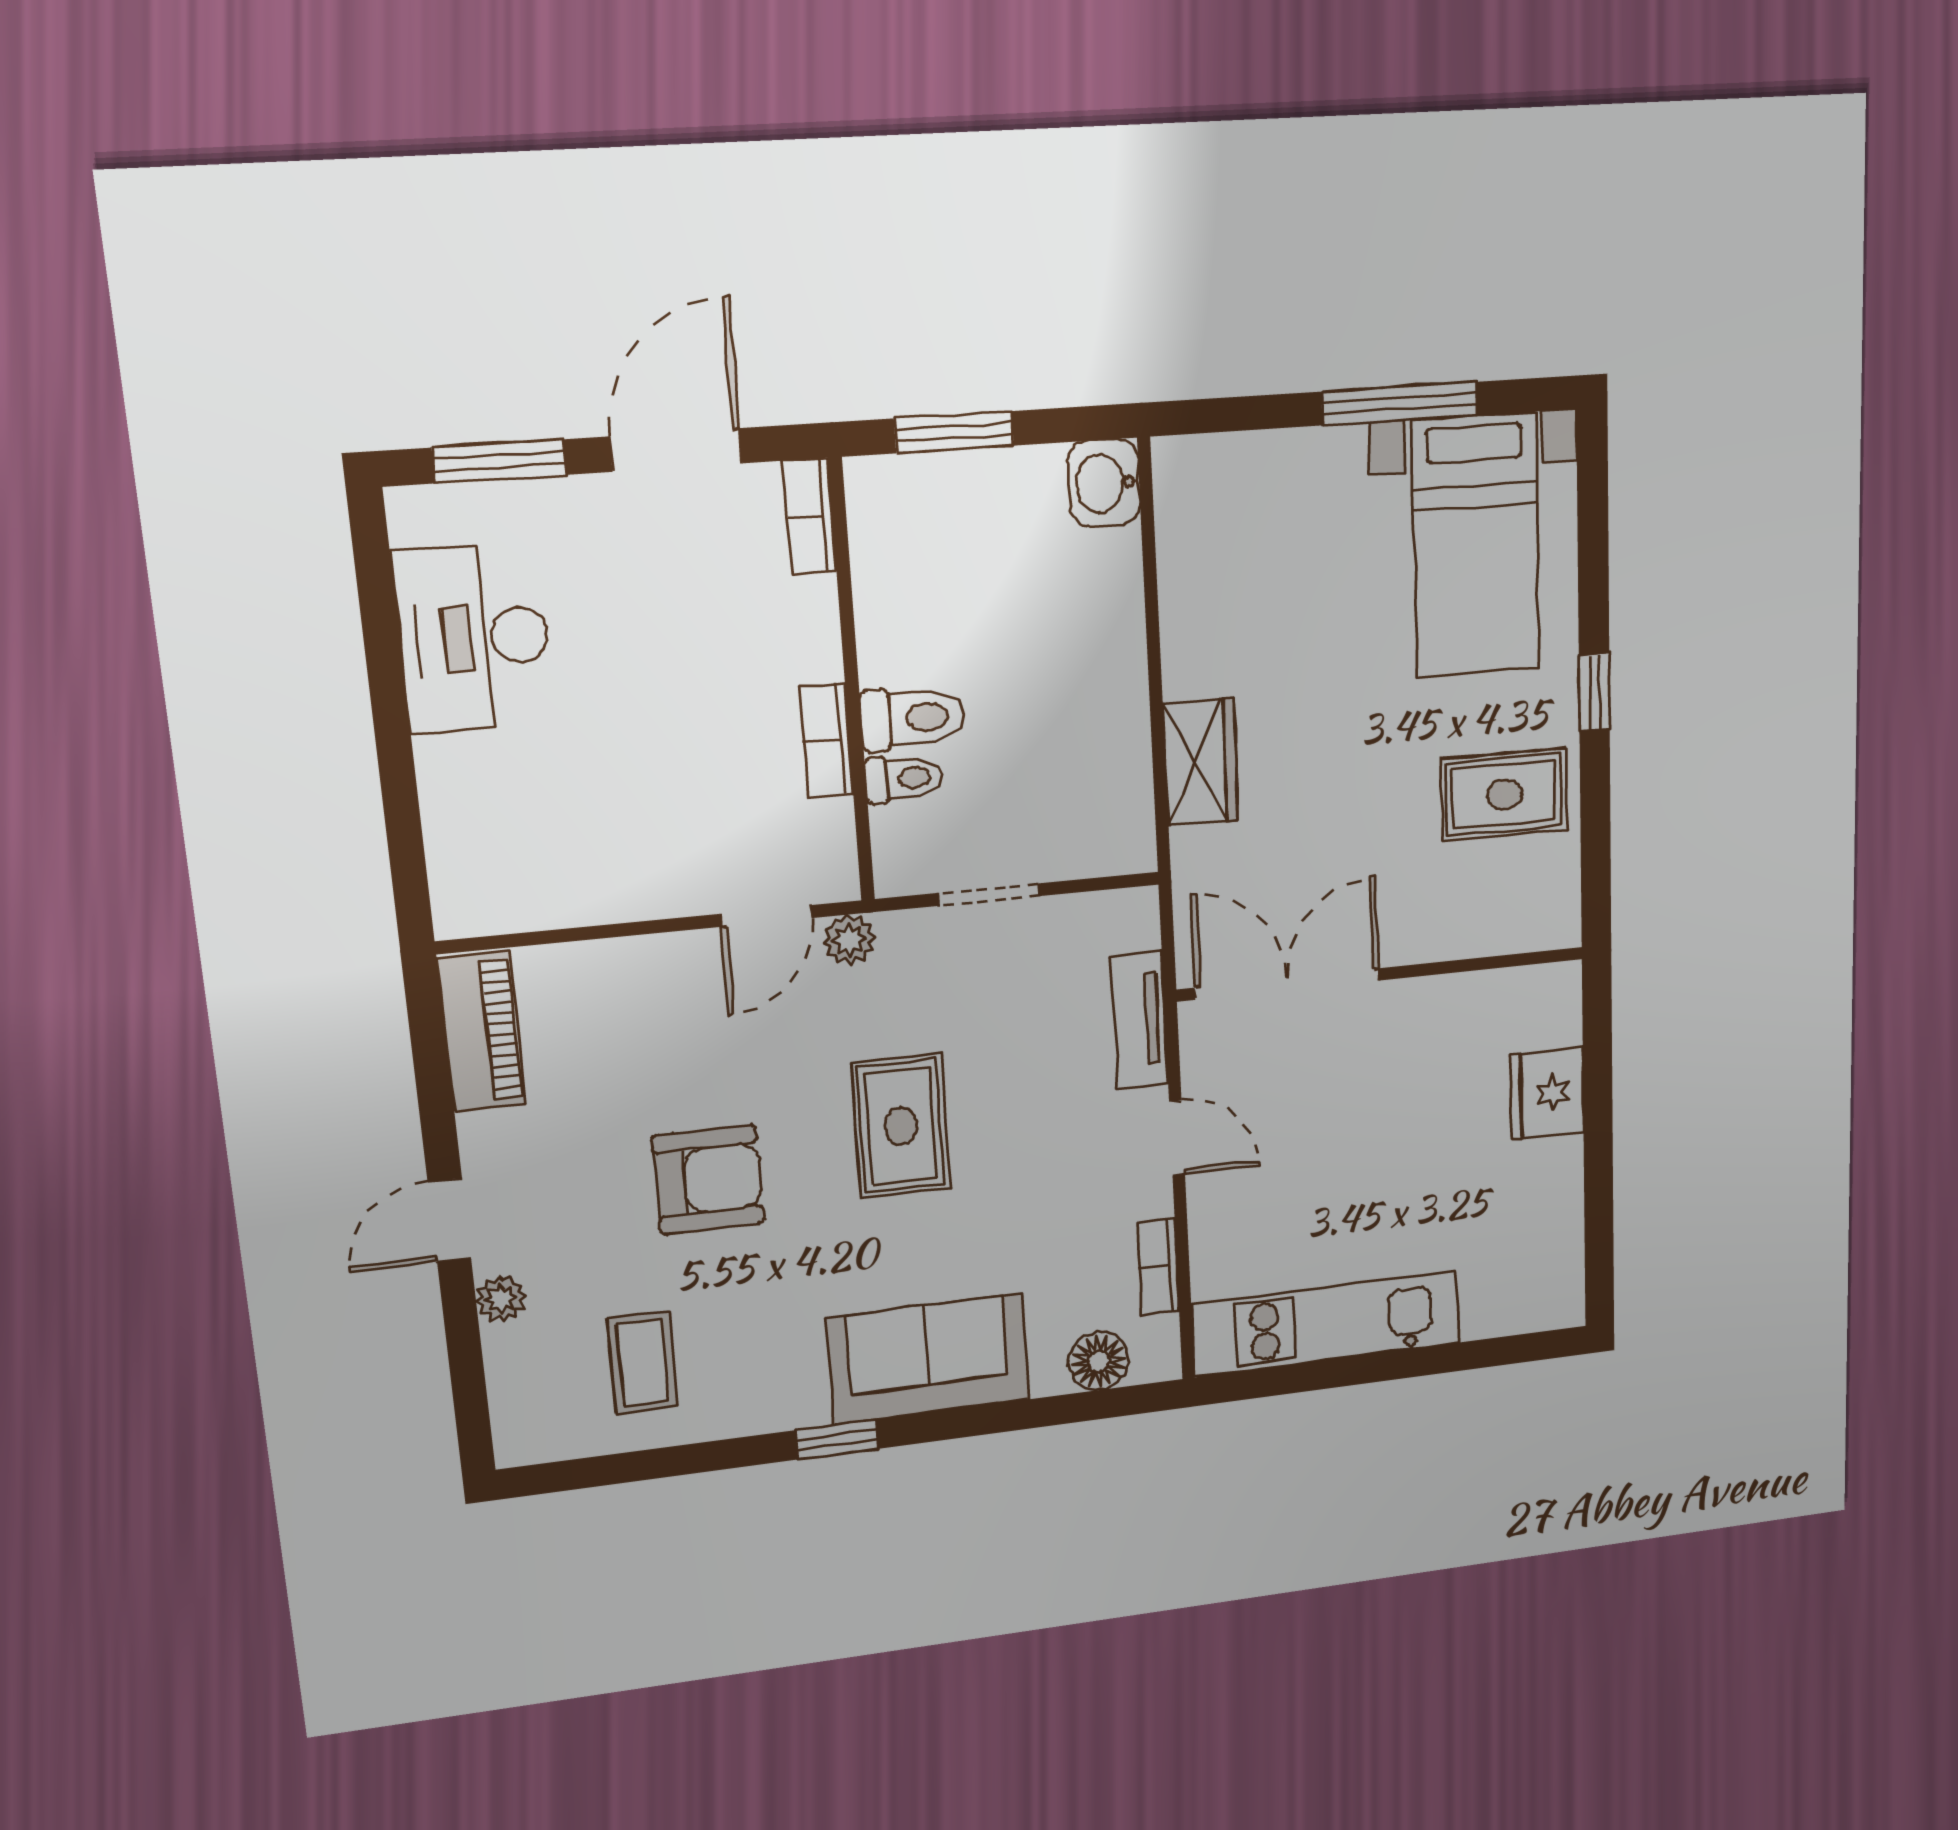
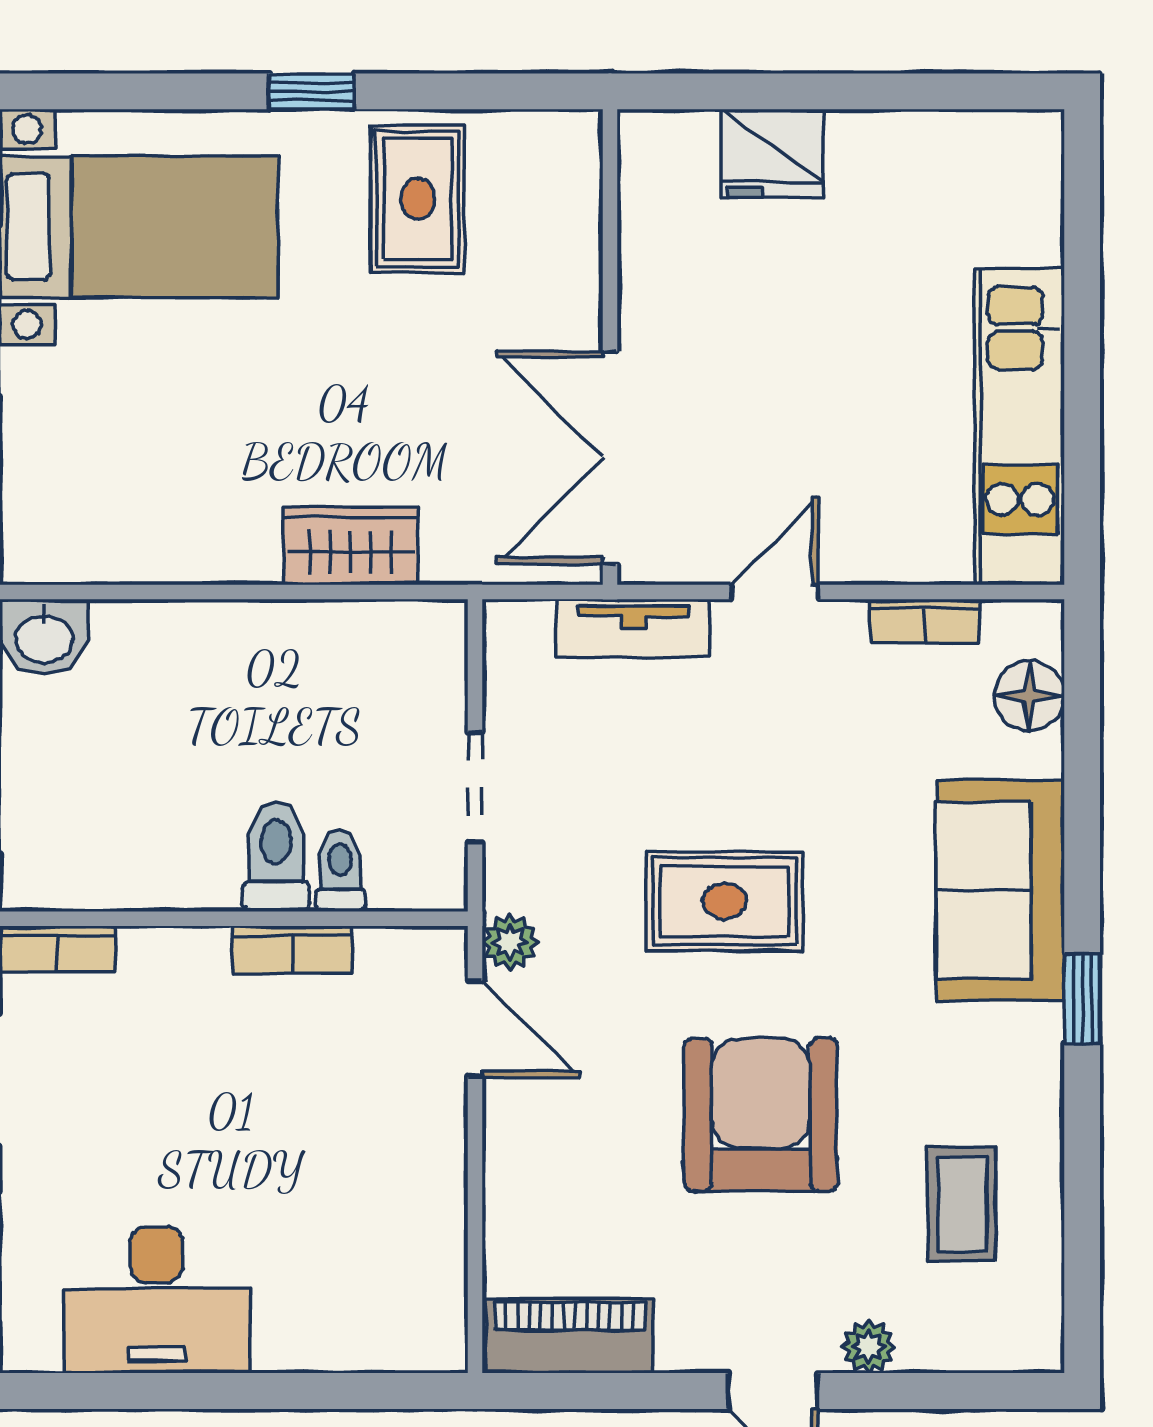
armchair: (708, 1180) -> (761, 1115), width x1.36, depth x1.36
coffee table: (643, 1363) -> (962, 1204), turned 90

